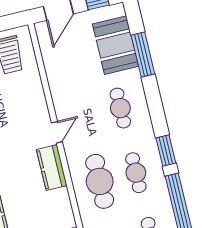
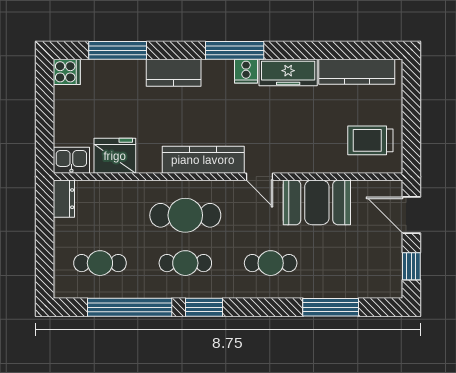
booth: (116, 45) -> (317, 202), moved
kitchen counter: (52, 168) -> (203, 160), width x1.50

